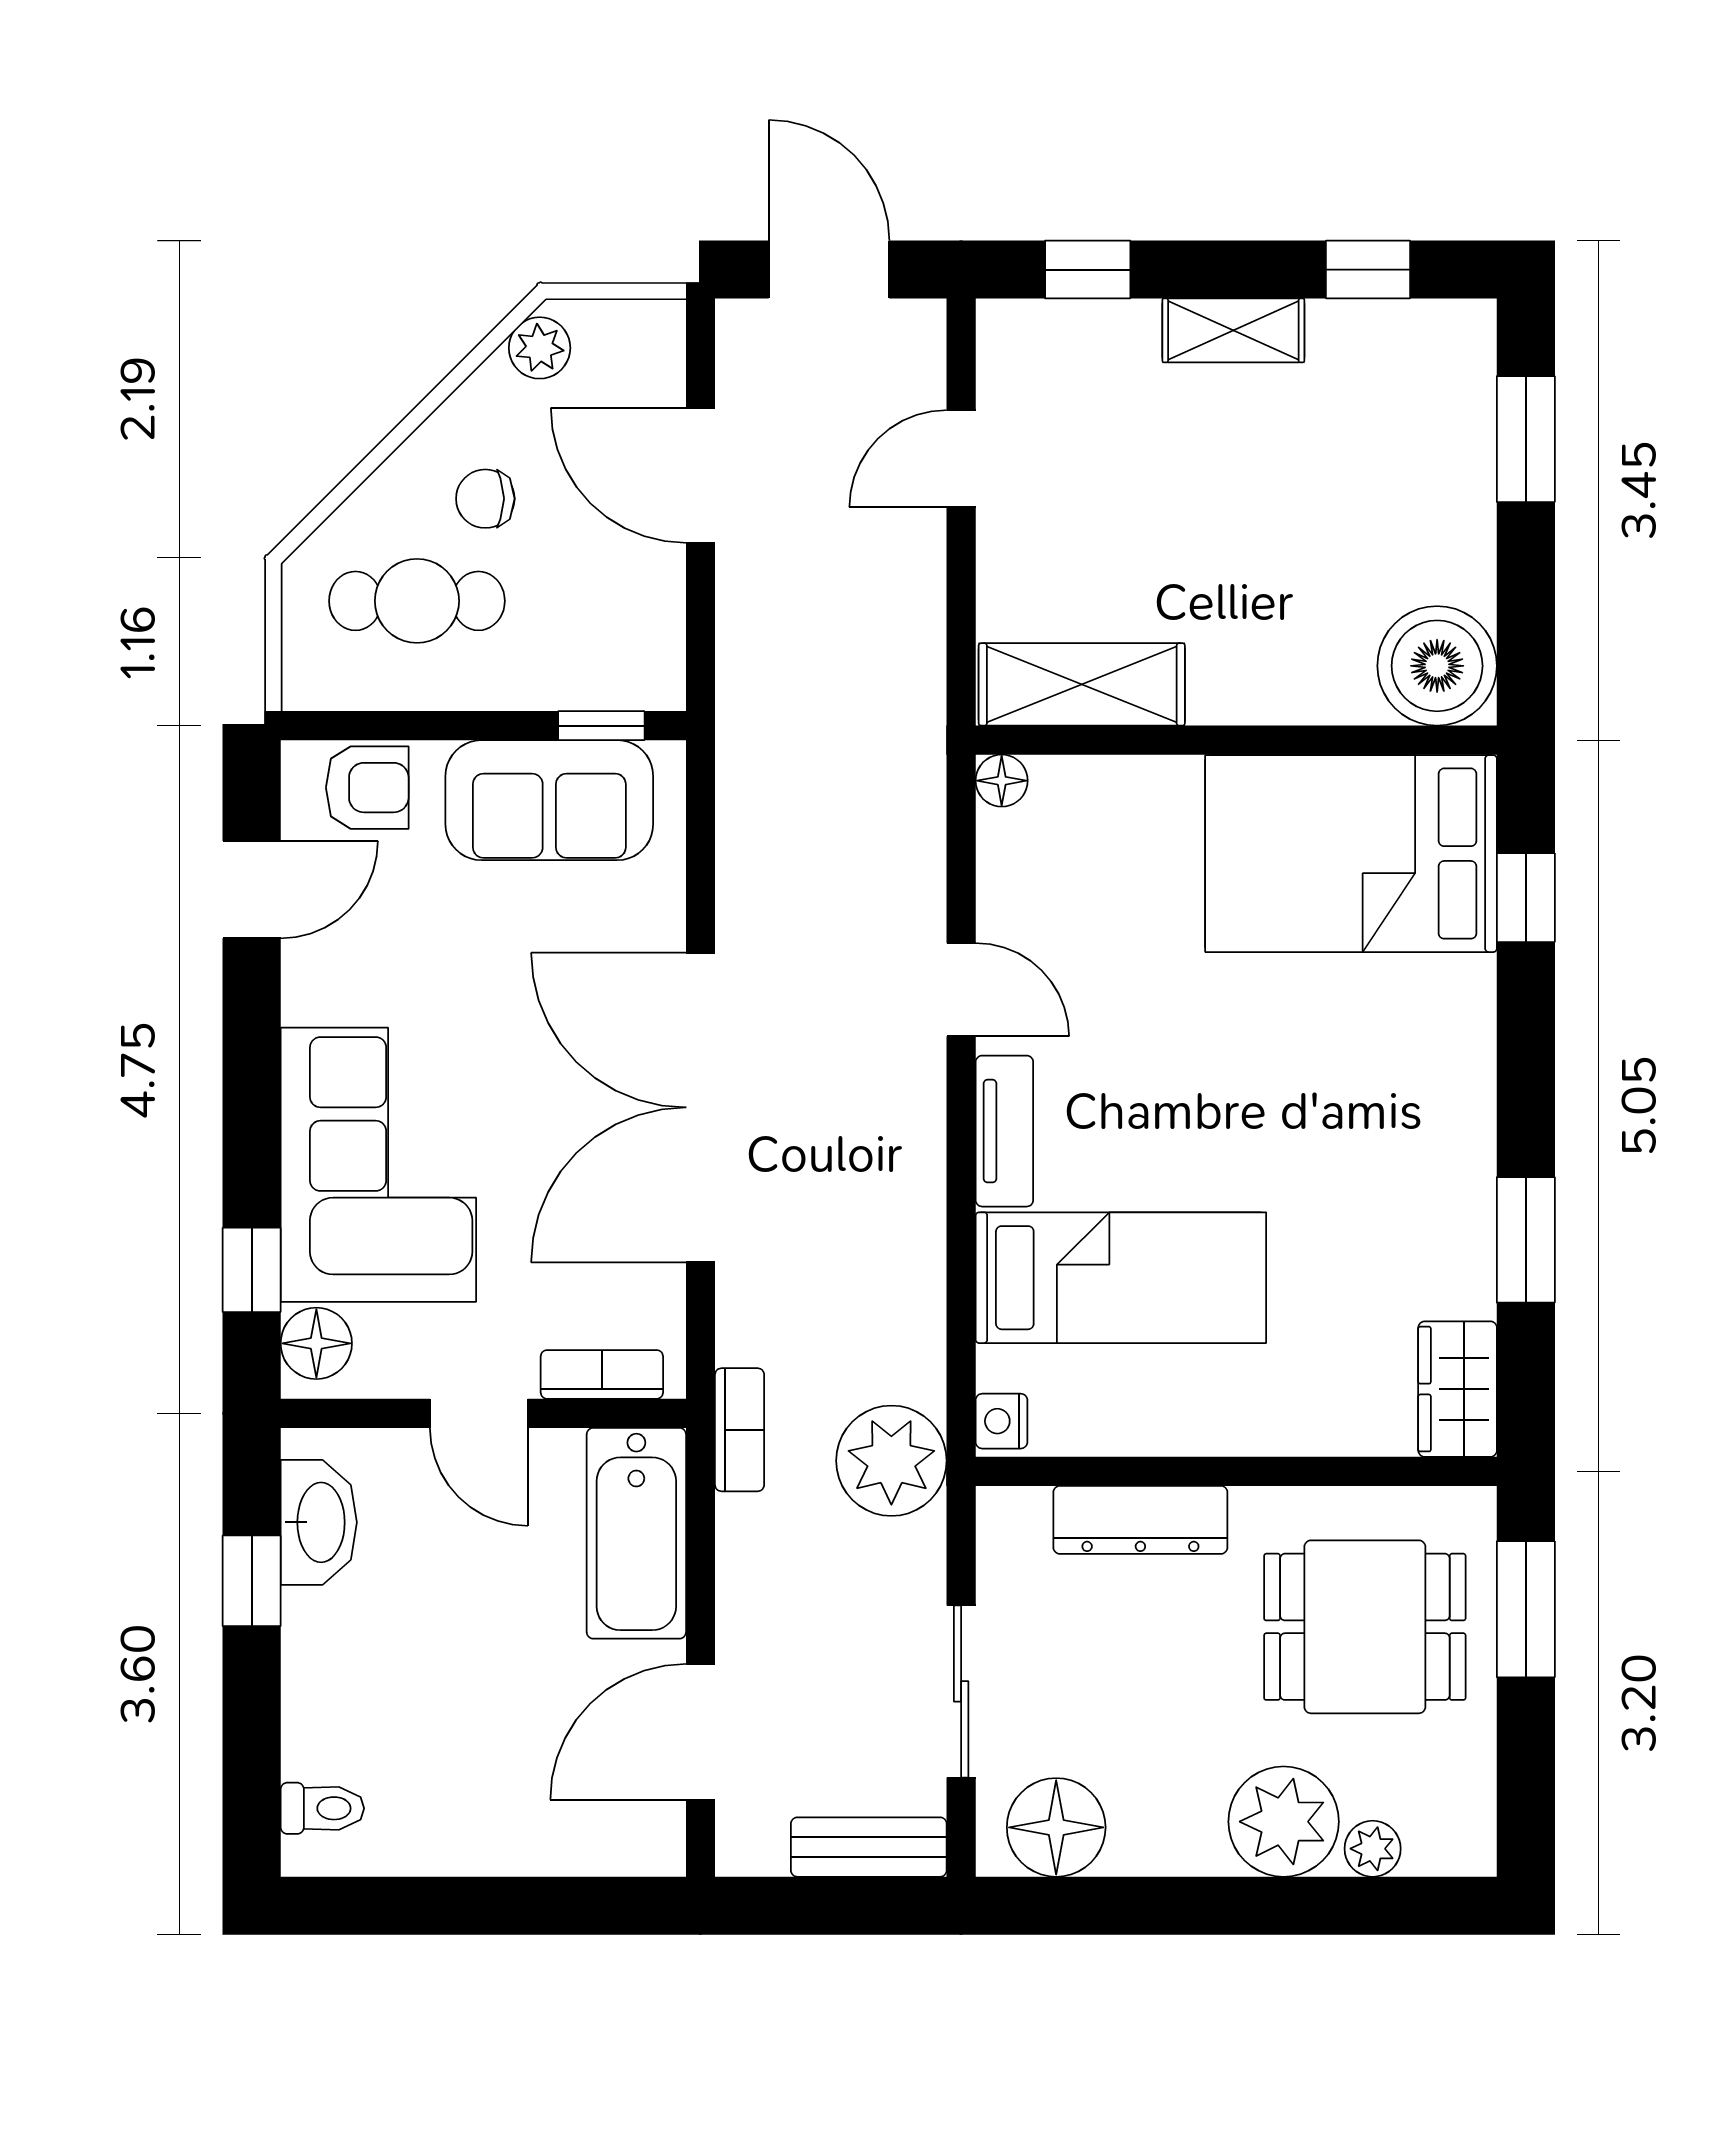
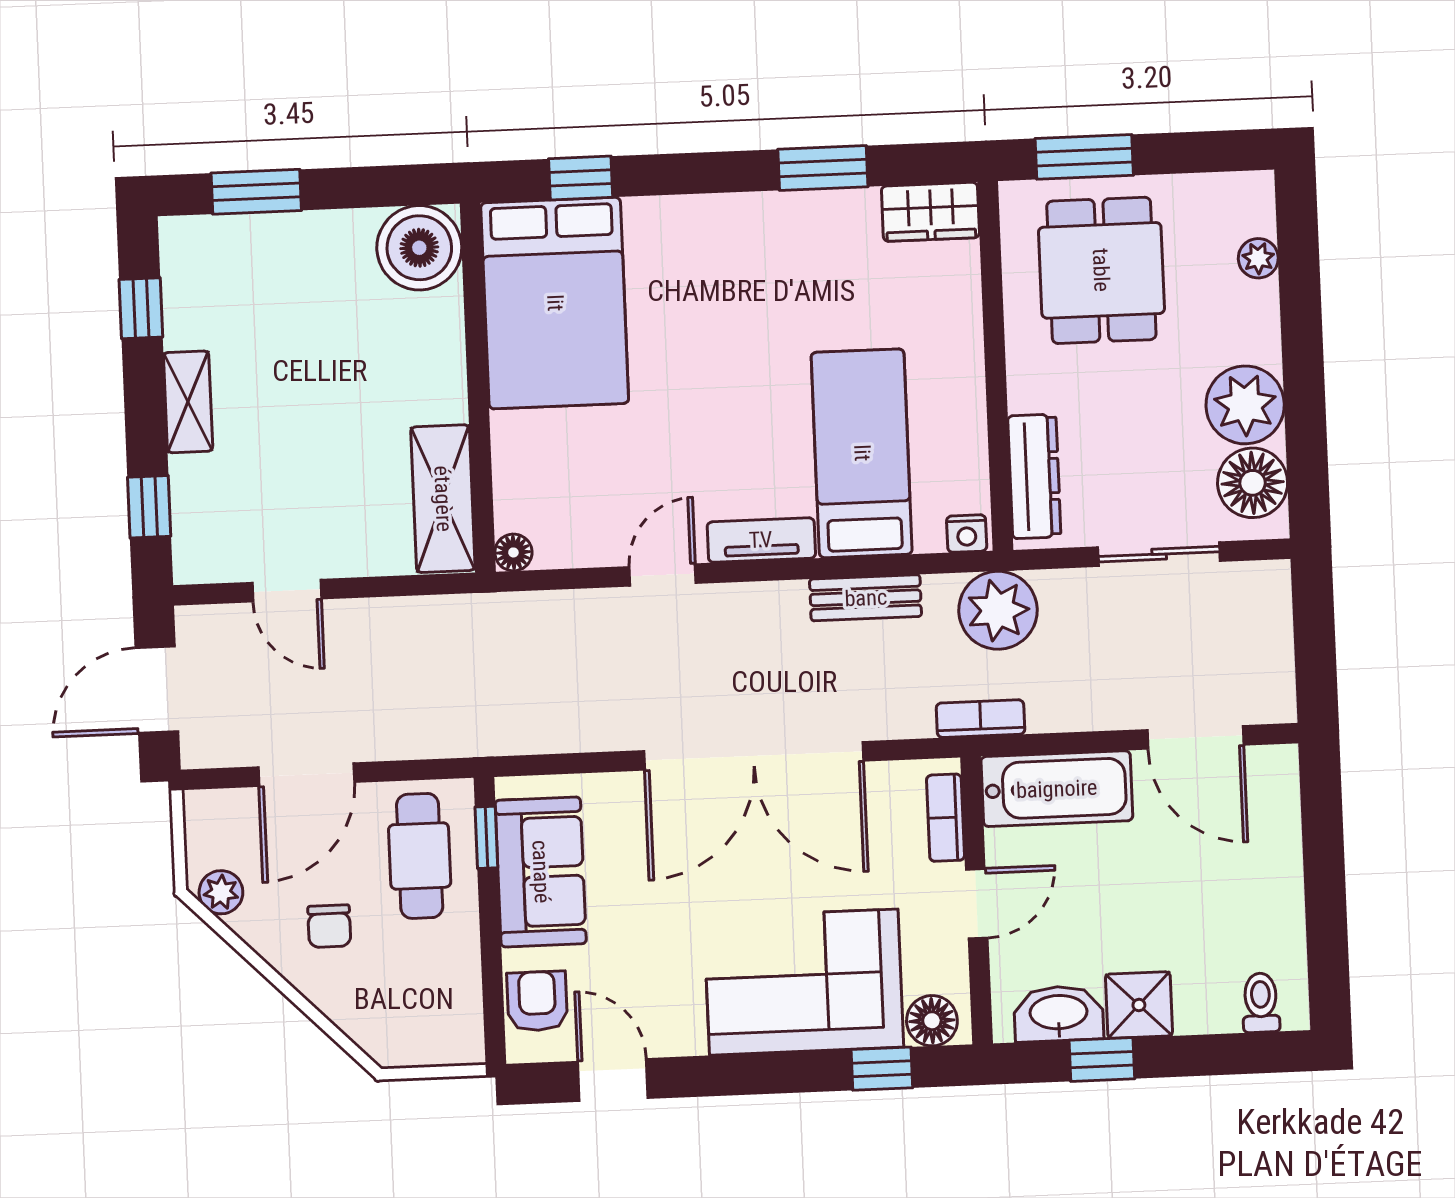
cafe table: (417, 601) -> (420, 856), moved
dresser: (1140, 1520) -> (1034, 476), moved
shower: (326, 1636) -> (1139, 1005), added
plant: (1284, 1822) -> (1245, 405), moved
bench: (869, 1847) -> (866, 598), moved, turned 90

